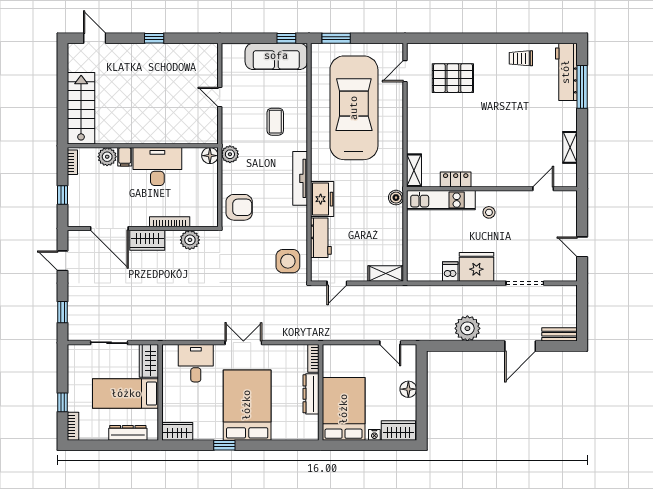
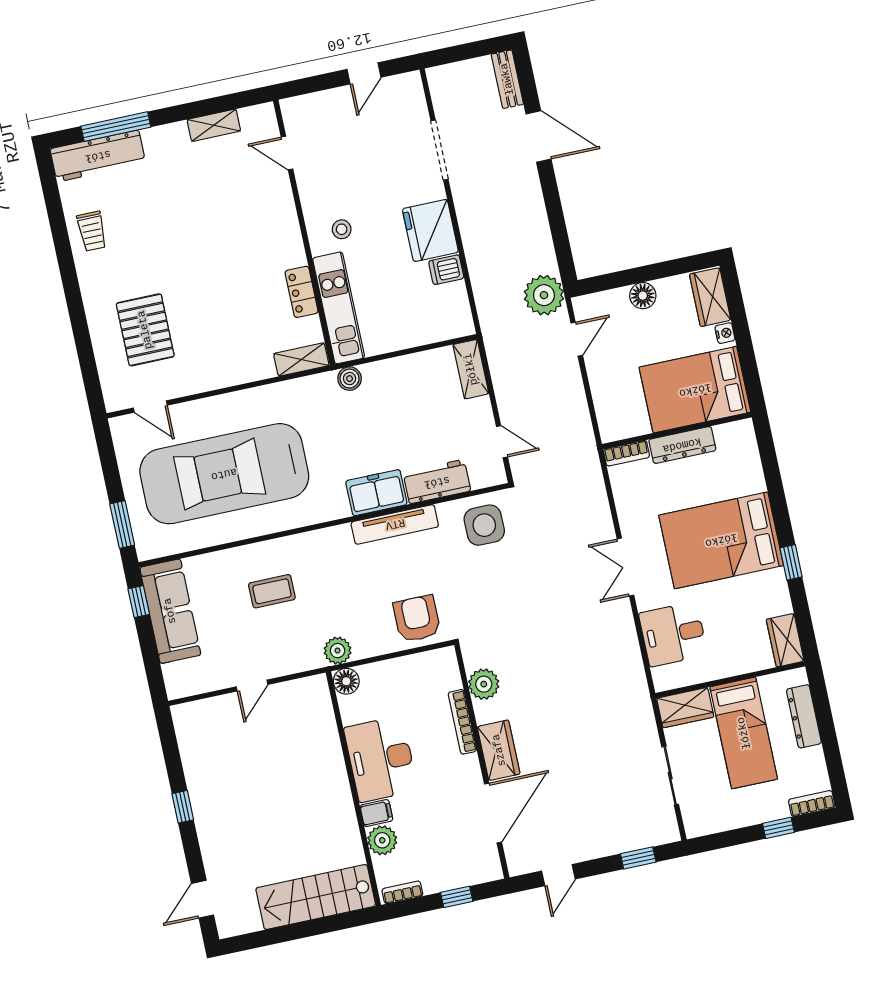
tv unit: (300, 178) -> (395, 524), moved
plant: (467, 328) -> (544, 295), moved

